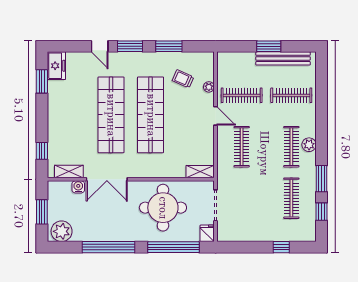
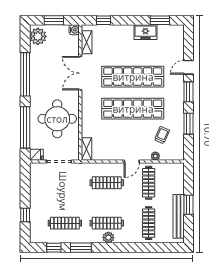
freezer: (56, 66) -> (145, 32), moved
water cooler: (78, 187) -> (74, 30), moved

